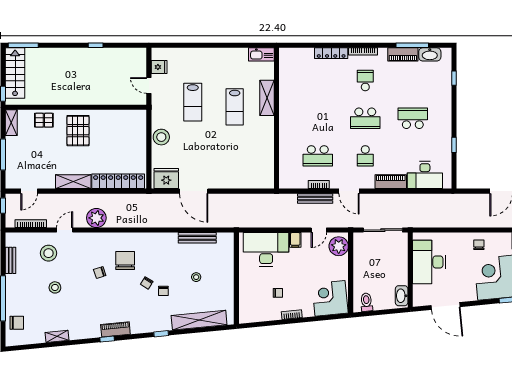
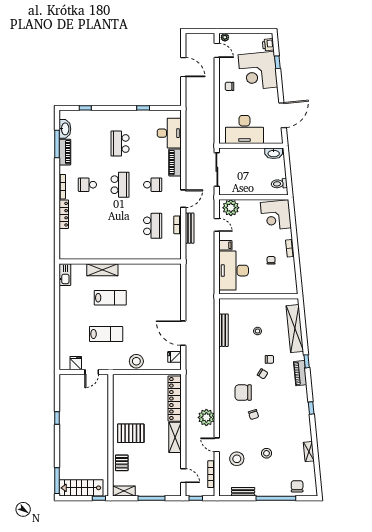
fridge: (166, 179) -> (174, 357), width x0.53, depth x0.75
door: (194, 191) -> (183, 333), swing flipped
piano: (115, 329) -> (300, 373), moved

